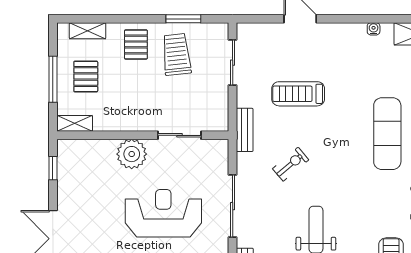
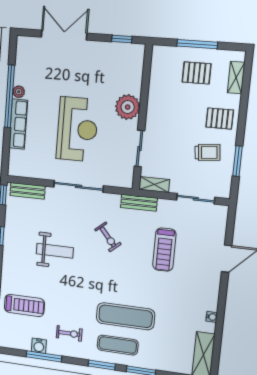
trolley: (176, 54) -> (208, 152), width x0.73, depth x0.72
treadmill: (298, 94) -> (164, 250), turned 180
shelving: (75, 123) -> (154, 184), moved, turned 90

